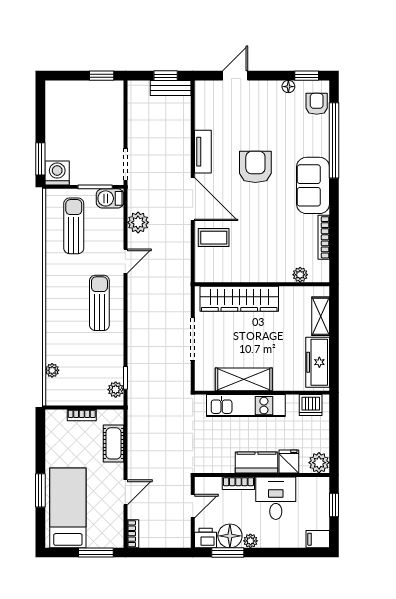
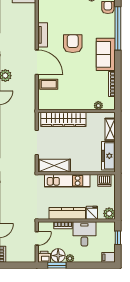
shelving: (244, 379) -> (54, 166), moved
kitchen counter: (256, 463) -> (67, 213), width x1.50

